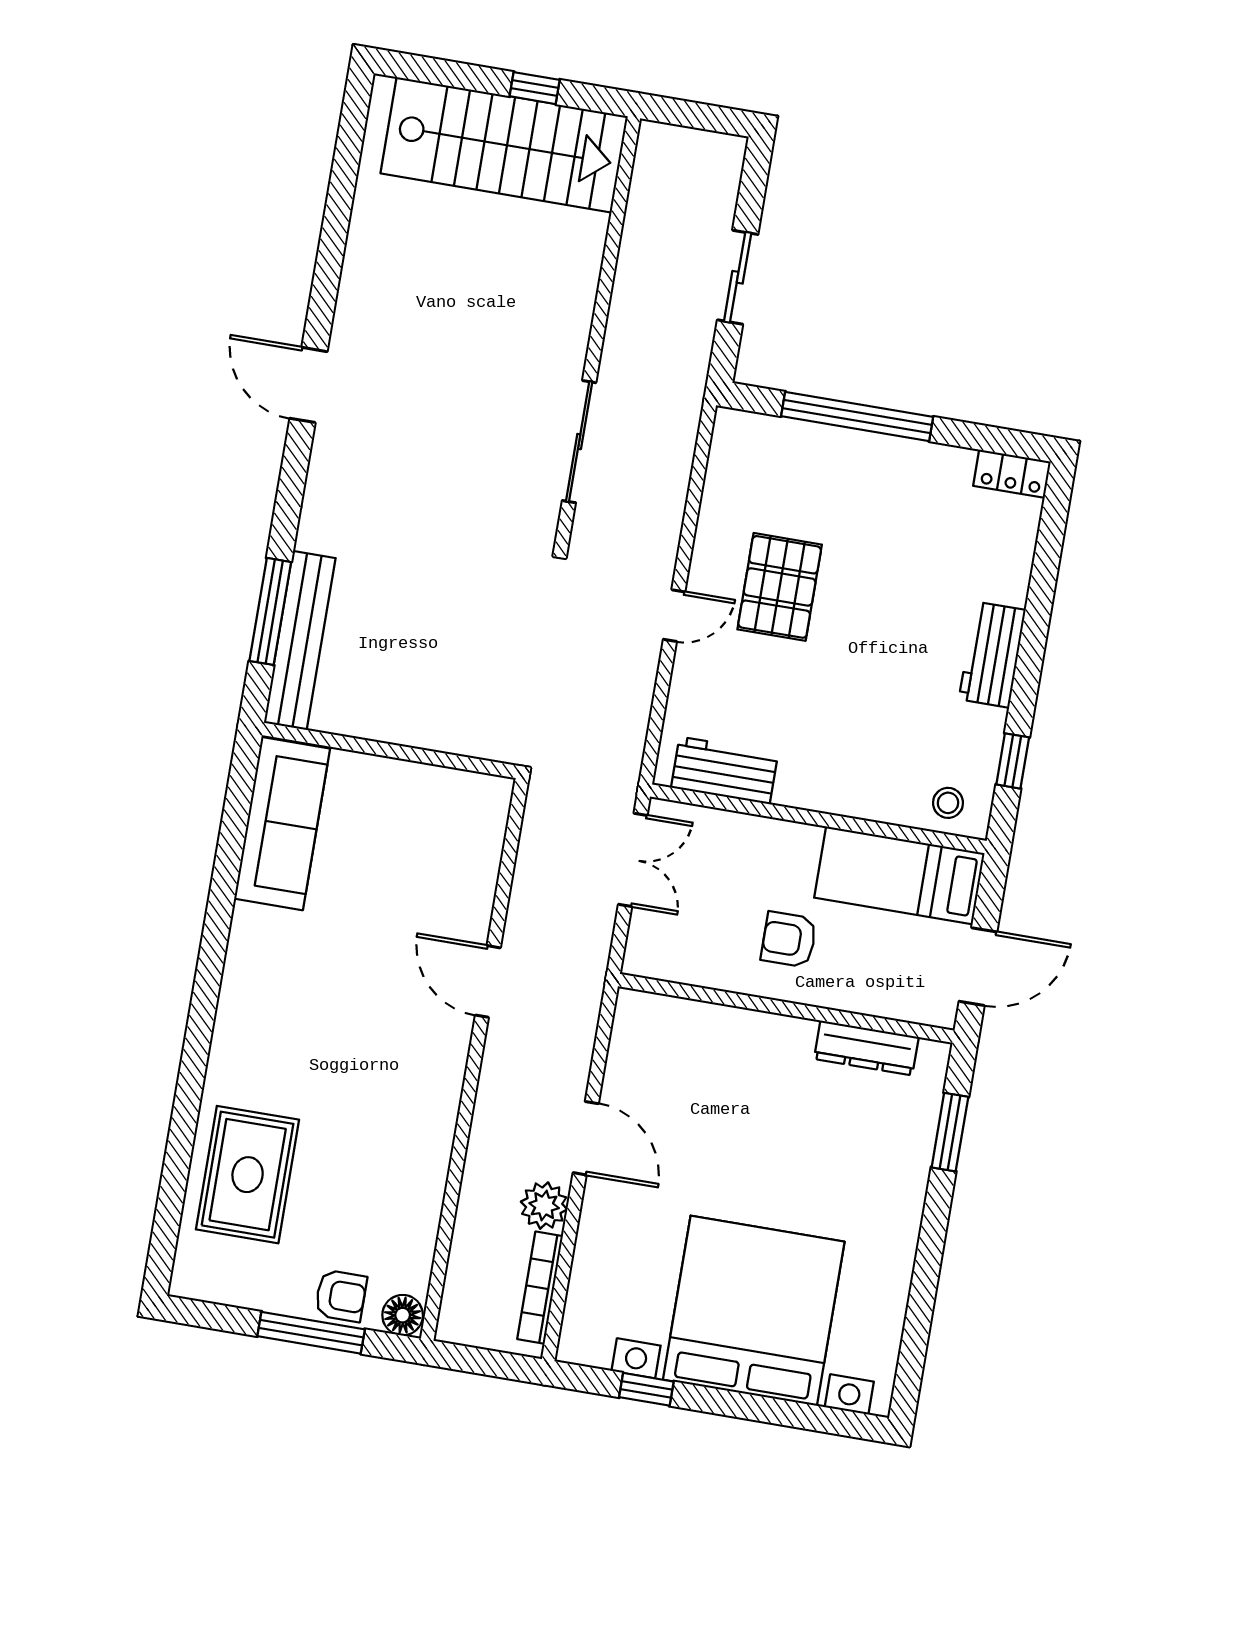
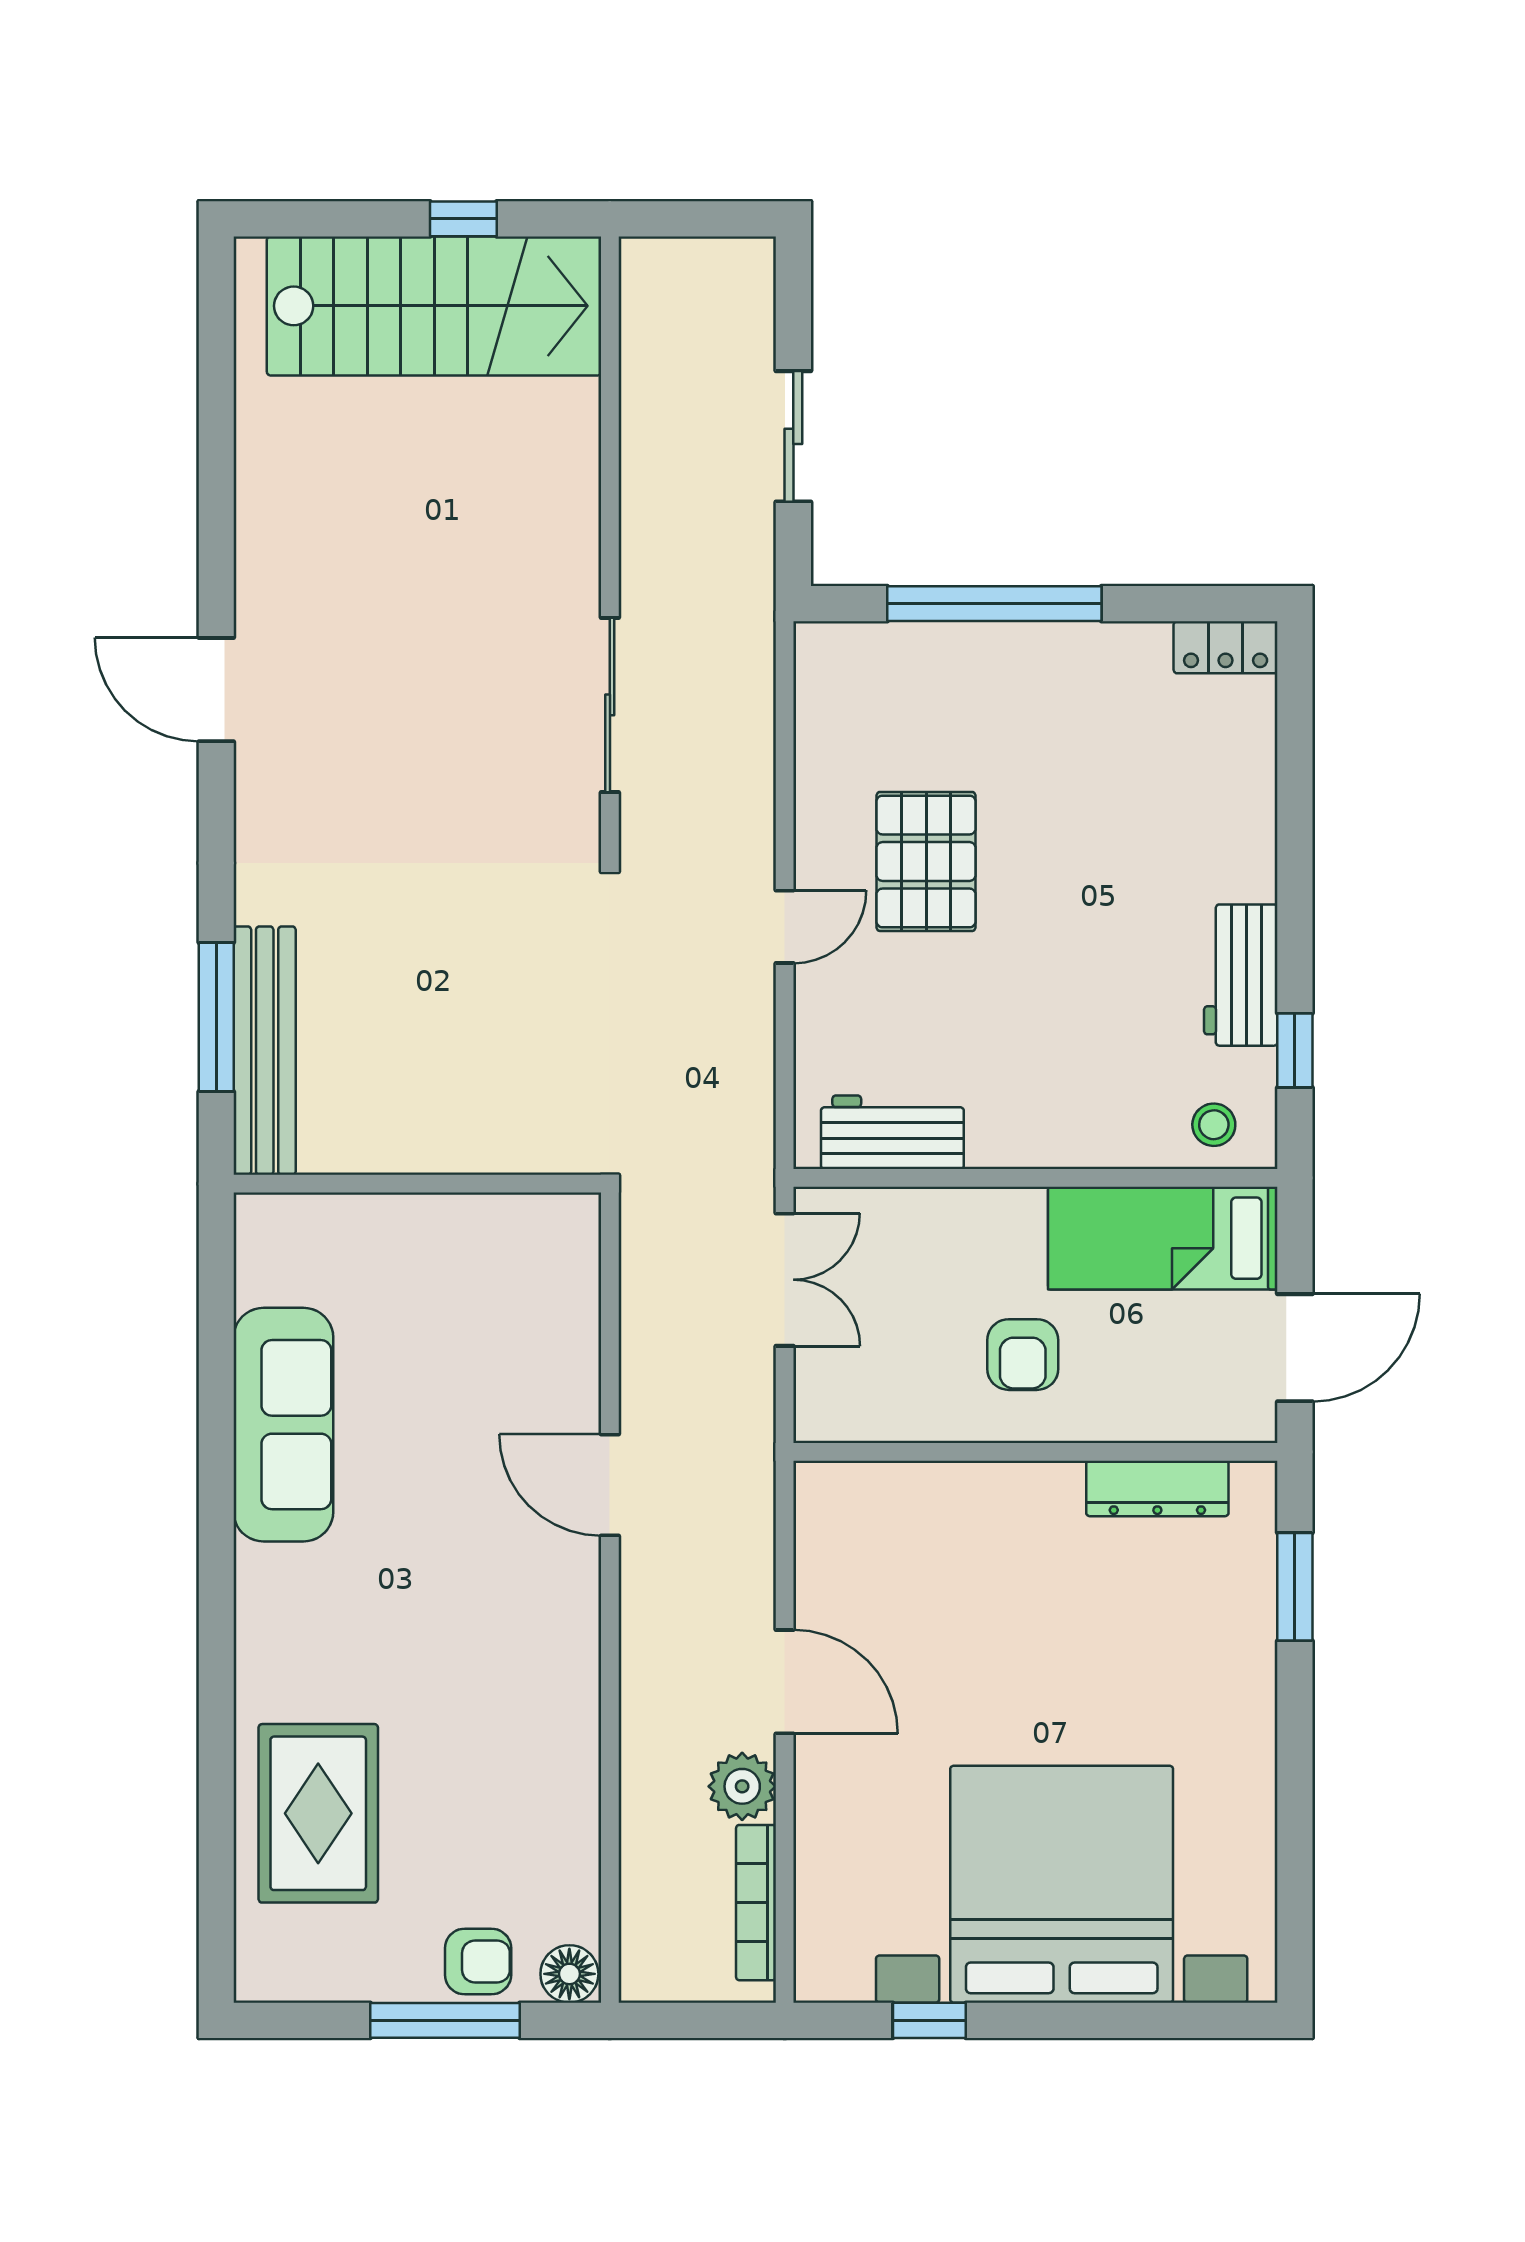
workbench: (992, 655) -> (1241, 975), moved
sofa: (282, 824) -> (283, 1425), moved
armchair: (789, 940) -> (1023, 1355), turned -90

